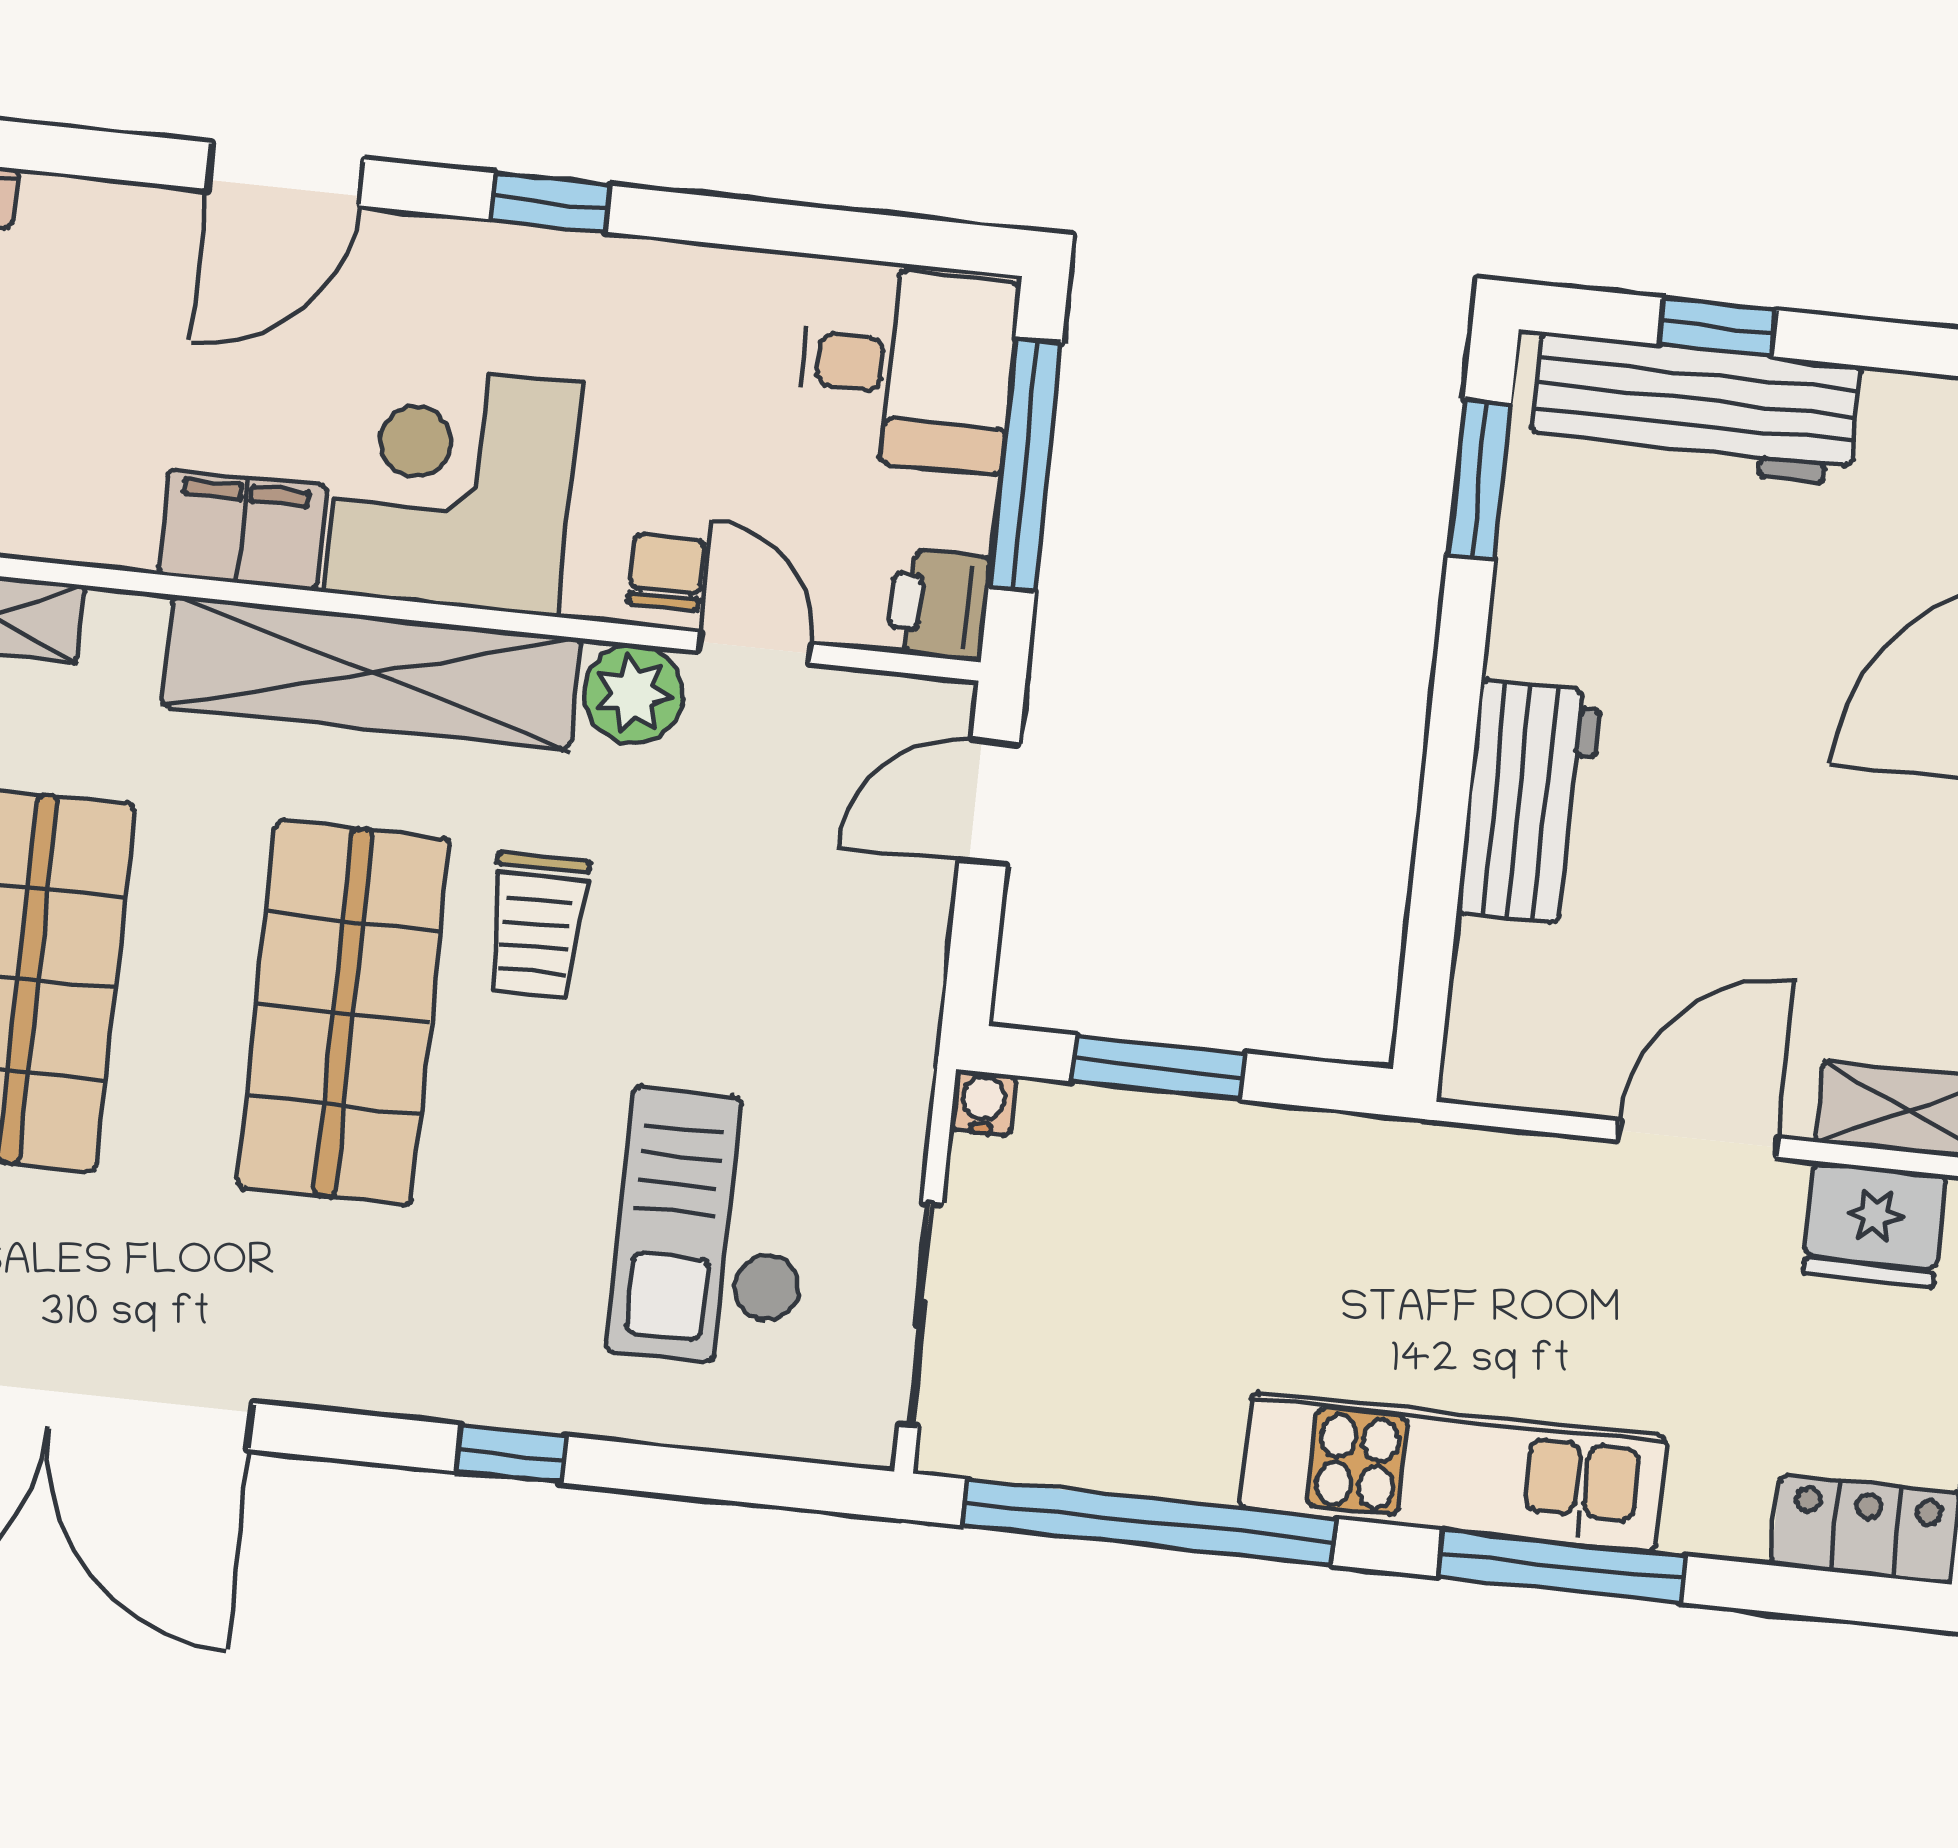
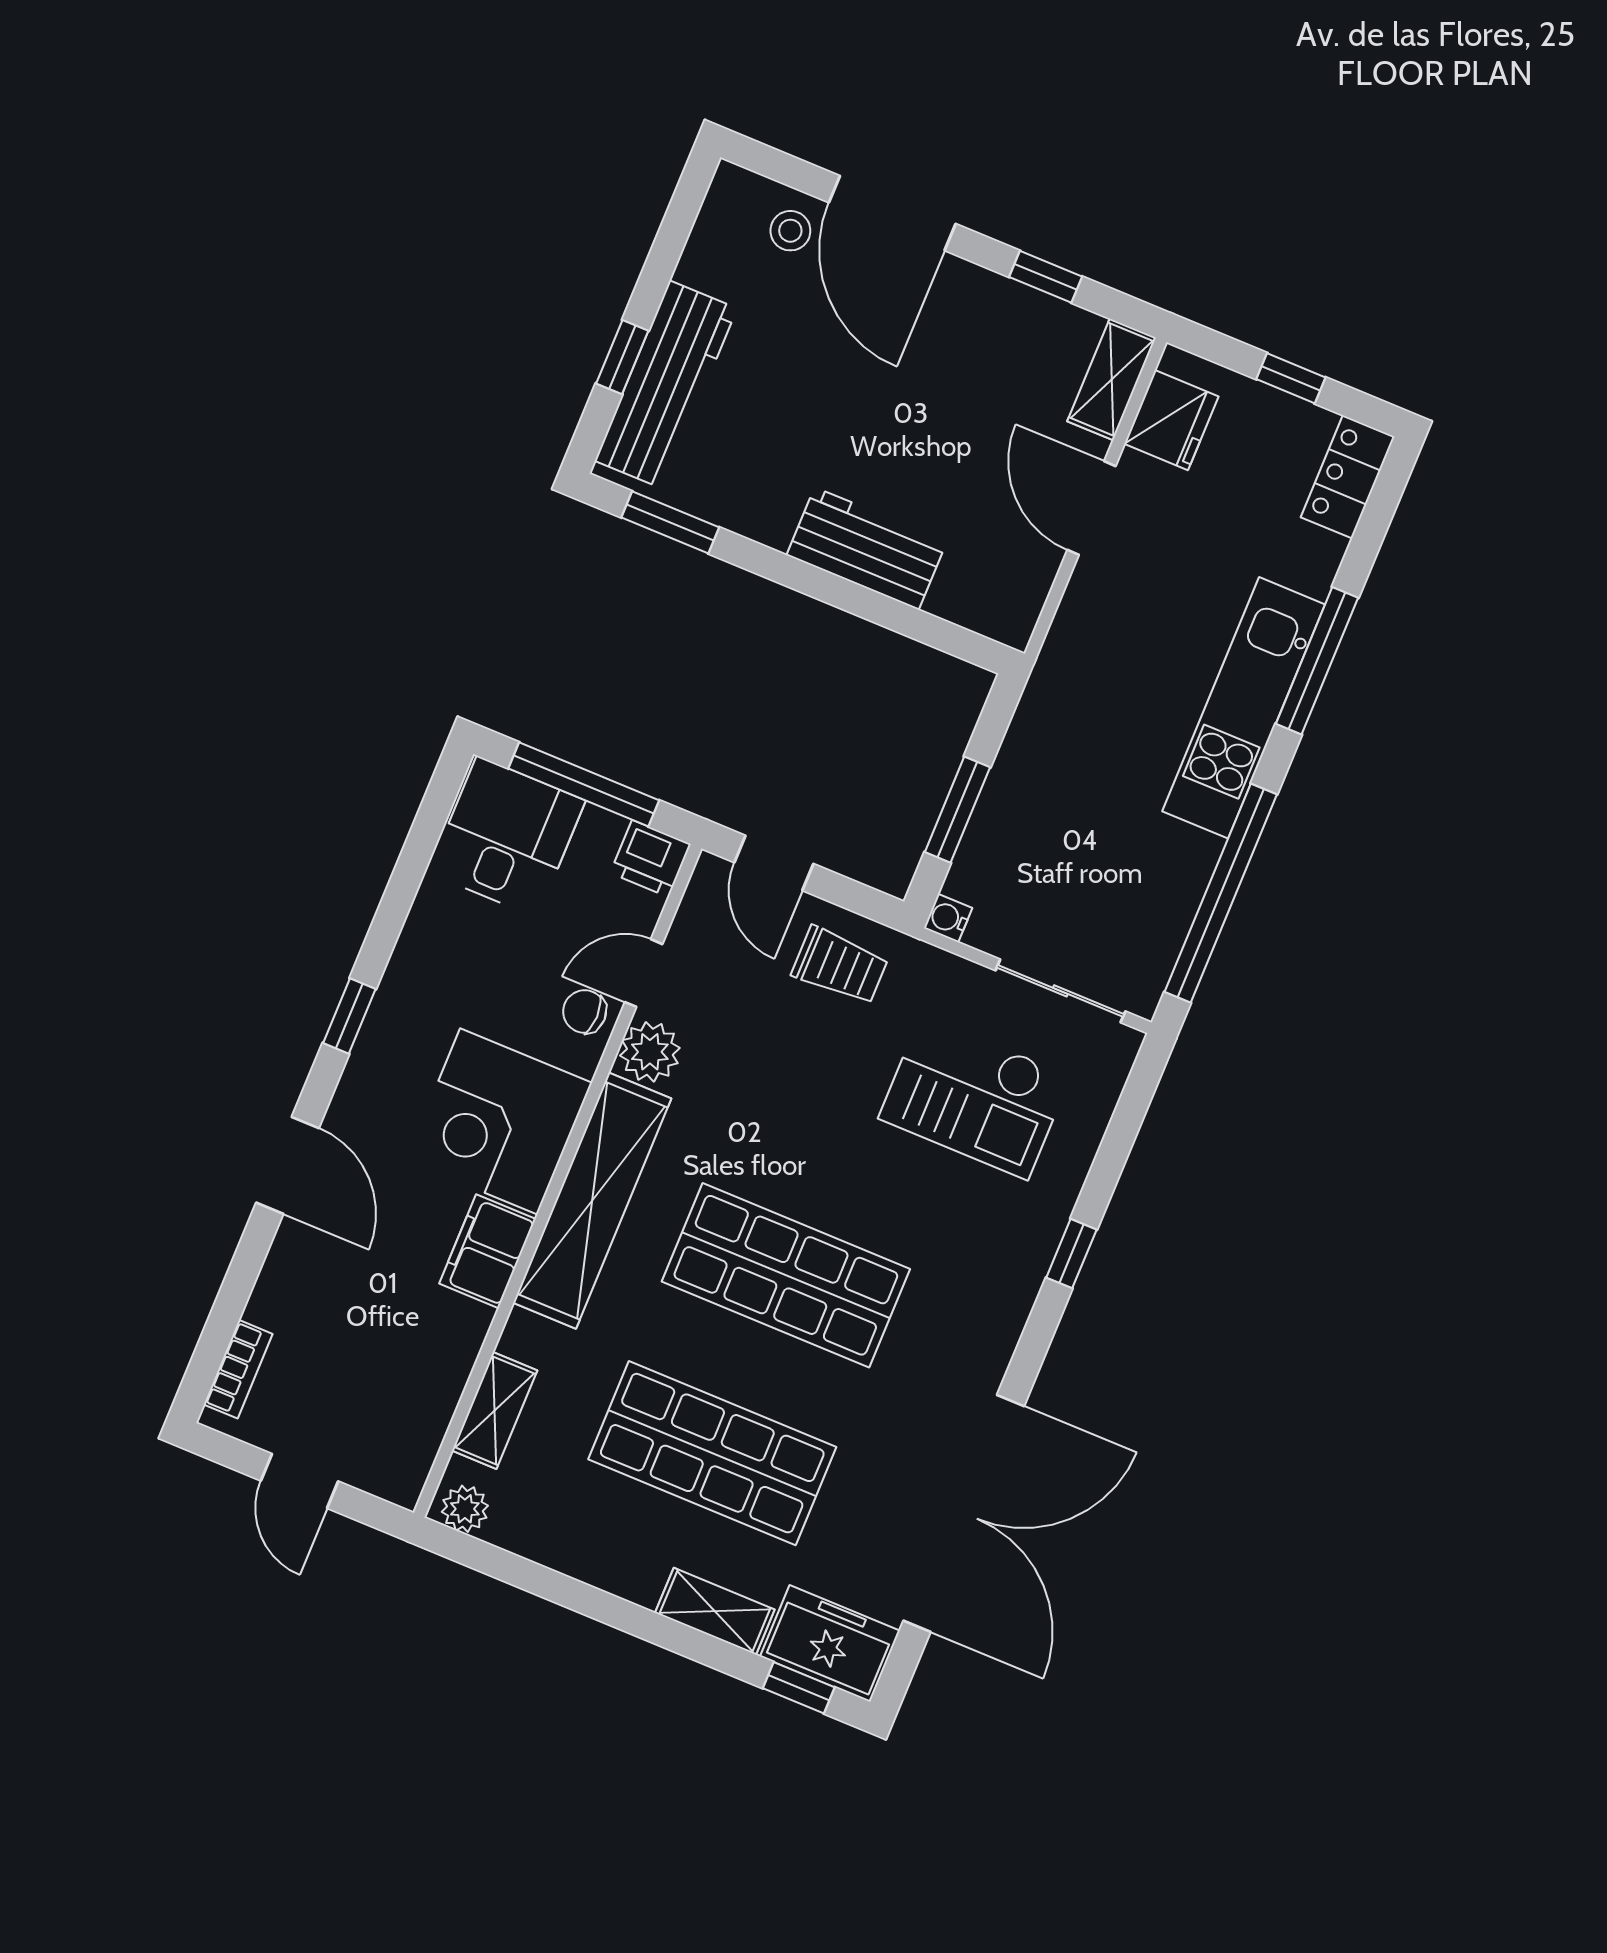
trolley: (537, 926) -> (840, 966), moved

